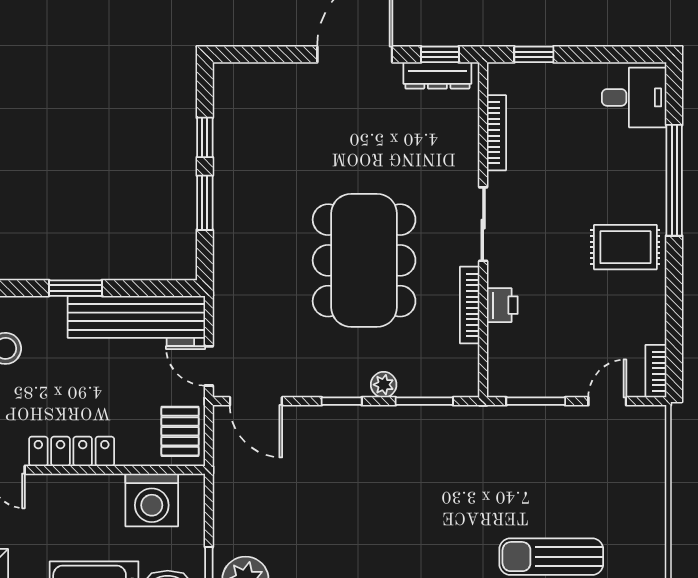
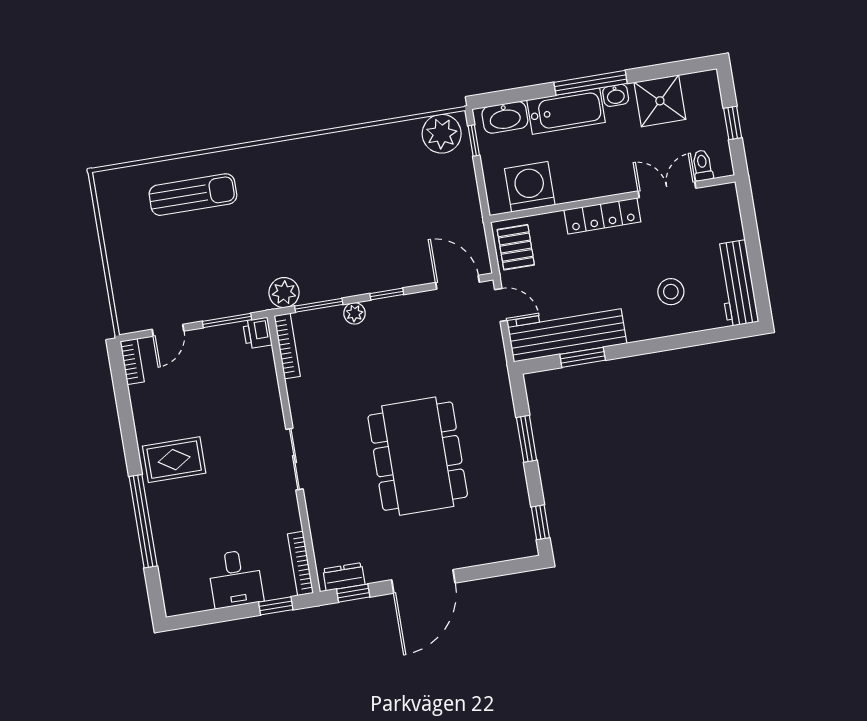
dresser: (437, 75) -> (344, 577), width x0.70
desk: (634, 97) -> (235, 579), moved, turned -90
bookcase: (496, 133) -> (300, 563), moved
window: (205, 137) -> (540, 522), moved
dining table: (364, 260) -> (418, 456), moved
window: (75, 288) -> (583, 357), moved
bookcase: (470, 305) -> (287, 346), moved
printer: (502, 305) -> (257, 333), moved
plant: (463, 423) -> (284, 293), added

